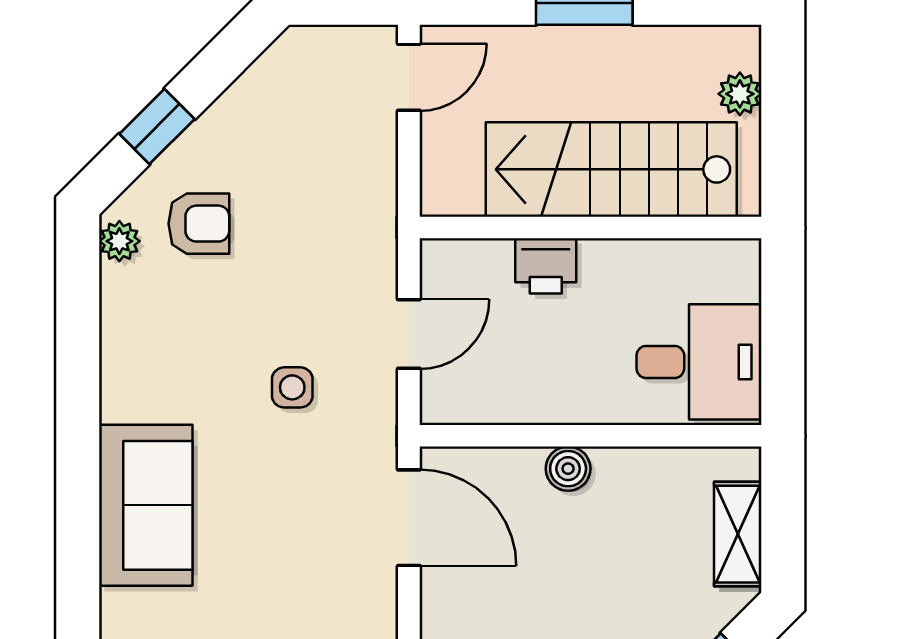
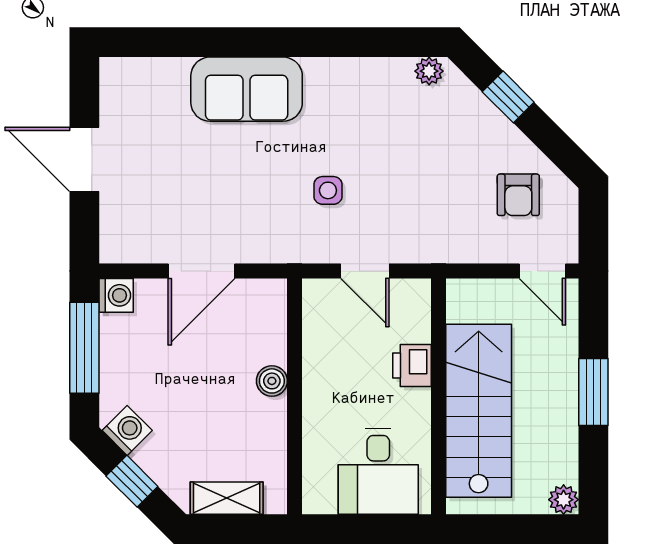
plant: (740, 94) -> (564, 500), moved
armchair: (199, 224) -> (518, 195), moved
desk: (699, 362) -> (378, 471), moved
door: (409, 518) -> (201, 271), moved

